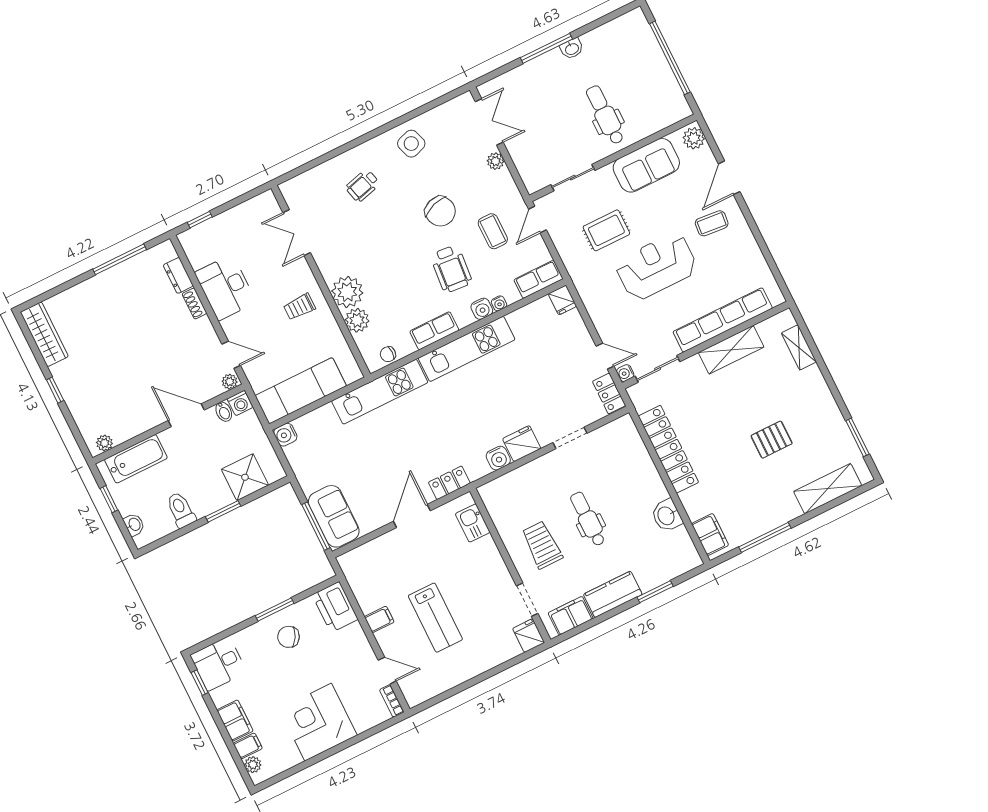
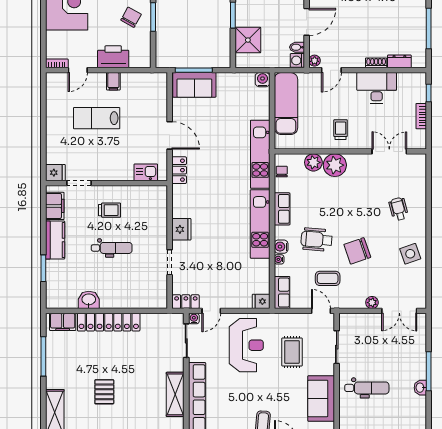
bookcase: (233, 215) -> (421, 116), added
reception desk: (656, 266) -> (246, 345), moved
locker: (668, 449) -> (109, 322), moved
water cooler: (498, 458) -> (180, 210), removed
trolley: (542, 545) -> (110, 210), width x0.73, depth x0.72
printer: (335, 607) -> (113, 57), moved

